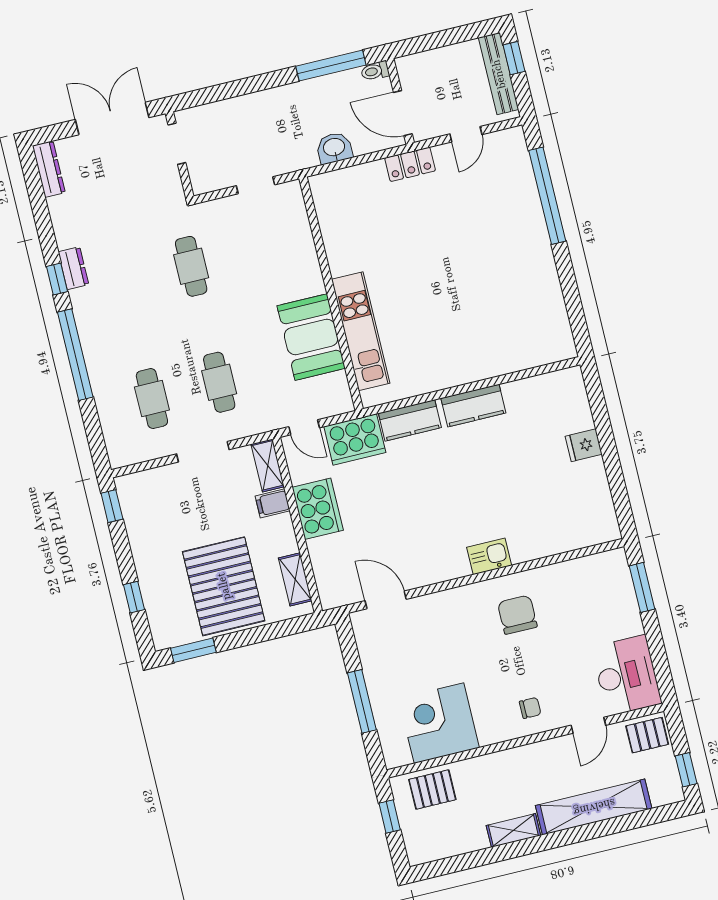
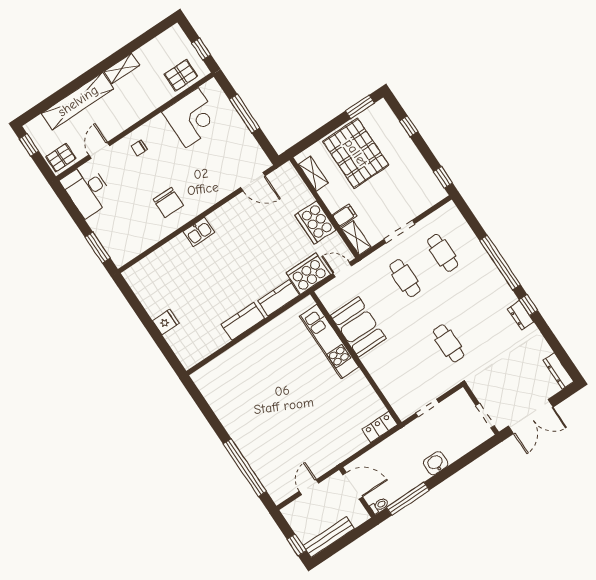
bench: (499, 74) -> (329, 537), moved, turned 90
washbasin: (334, 148) -> (436, 463), moved, turned 180
locker: (410, 164) -> (380, 427), moved

